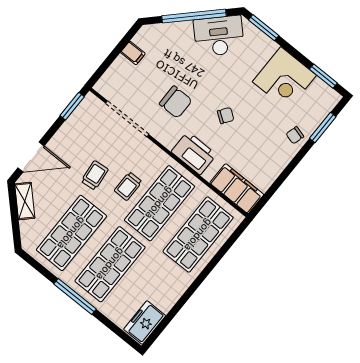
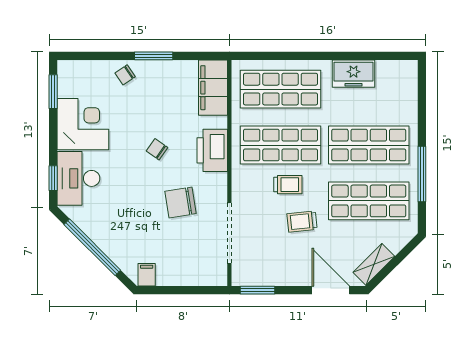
window: (264, 28) -> (53, 178), width x0.67
desk: (219, 36) -> (78, 178), moved, turned 45
filing cabinet: (133, 53) -> (147, 275), moved
chair: (176, 102) -> (181, 202), turned -99
window: (323, 127) -> (154, 56), moved
chair: (295, 135) -> (125, 75), turned 130
window: (75, 297) -> (422, 174), moved
freezer: (145, 322) -> (354, 74), moved

